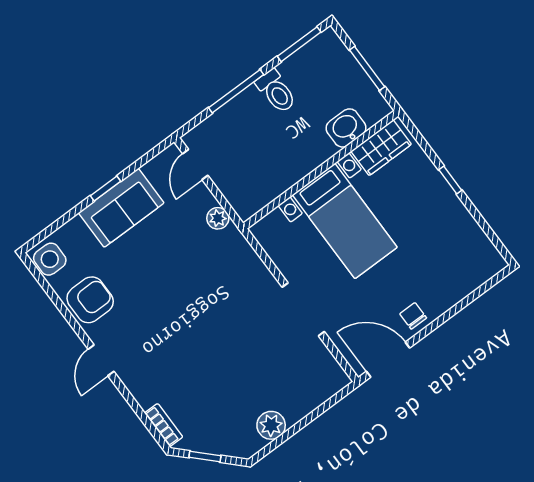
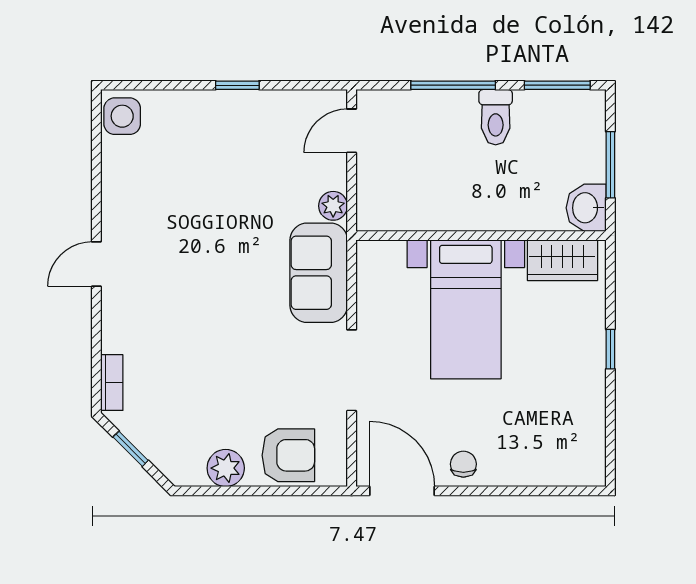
washbasin: (346, 128) -> (586, 208), moved, turned -90
sofa: (121, 208) -> (319, 273), moved, turned 90
armchair: (90, 300) -> (288, 455), moved

